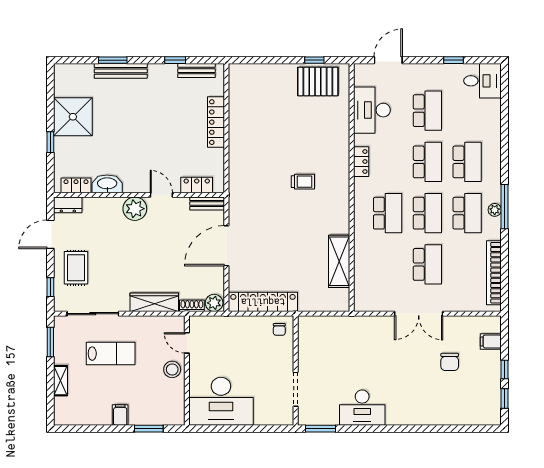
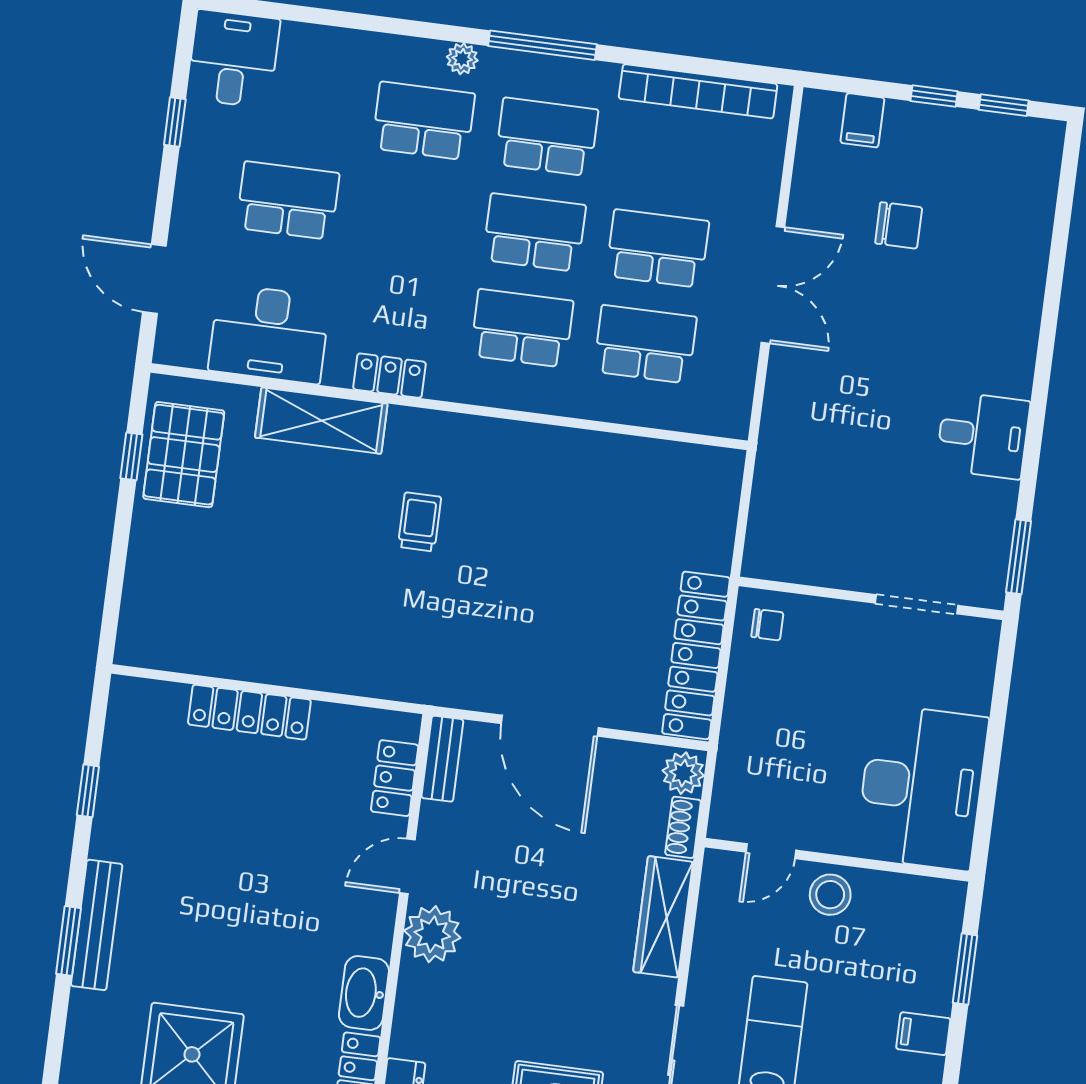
bench: (197, 71) -> (120, 743), removed
school desk: (427, 162) -> (645, 344), moved
plant: (495, 210) -> (462, 59), moved
shelving: (339, 261) -> (321, 421), moved
desk: (362, 408) -> (983, 435), width x0.73

